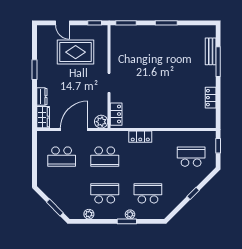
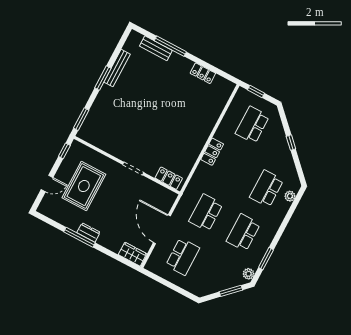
bench: (180, 30) -> (117, 68), added
window: (35, 70) -> (80, 237), width x1.44
dresser: (42, 97) -> (89, 232), moved
plant: (101, 122) -> (168, 197), removed
locker: (140, 137) -> (212, 152), moved
school desk: (105, 157) -> (206, 213), turned 180
plant: (89, 214) -> (248, 274), moved
plant: (130, 214) -> (290, 196), moved
window: (127, 221) -> (266, 259), moved

